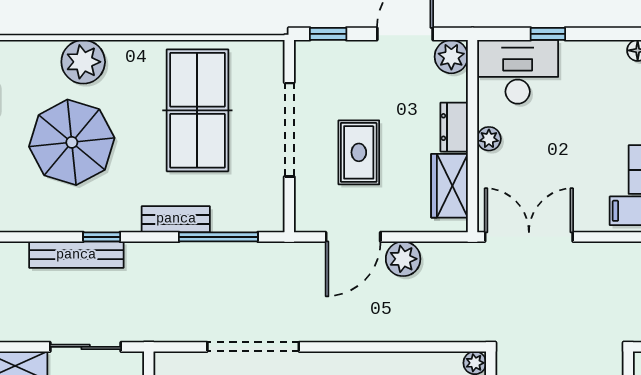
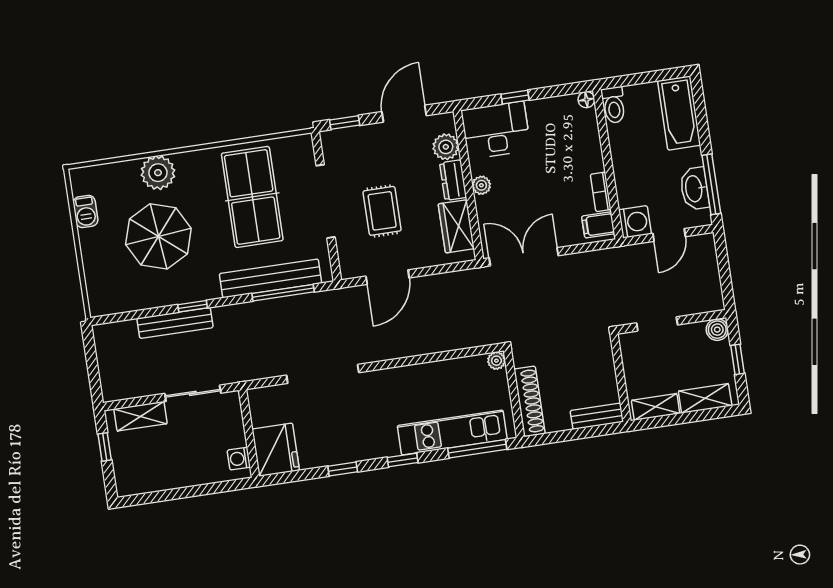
plant: (451, 57) -> (446, 147), moved
bench: (176, 219) -> (270, 278), width x1.86, depth x1.21
plant: (403, 259) -> (429, 288), removed

